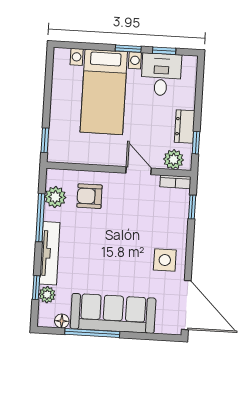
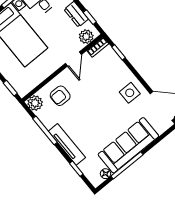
door: (139, 171) -> (73, 59), swing flipped
plant: (55, 197) -> (35, 103), moved
plant: (47, 295) -> (85, 167), removed

